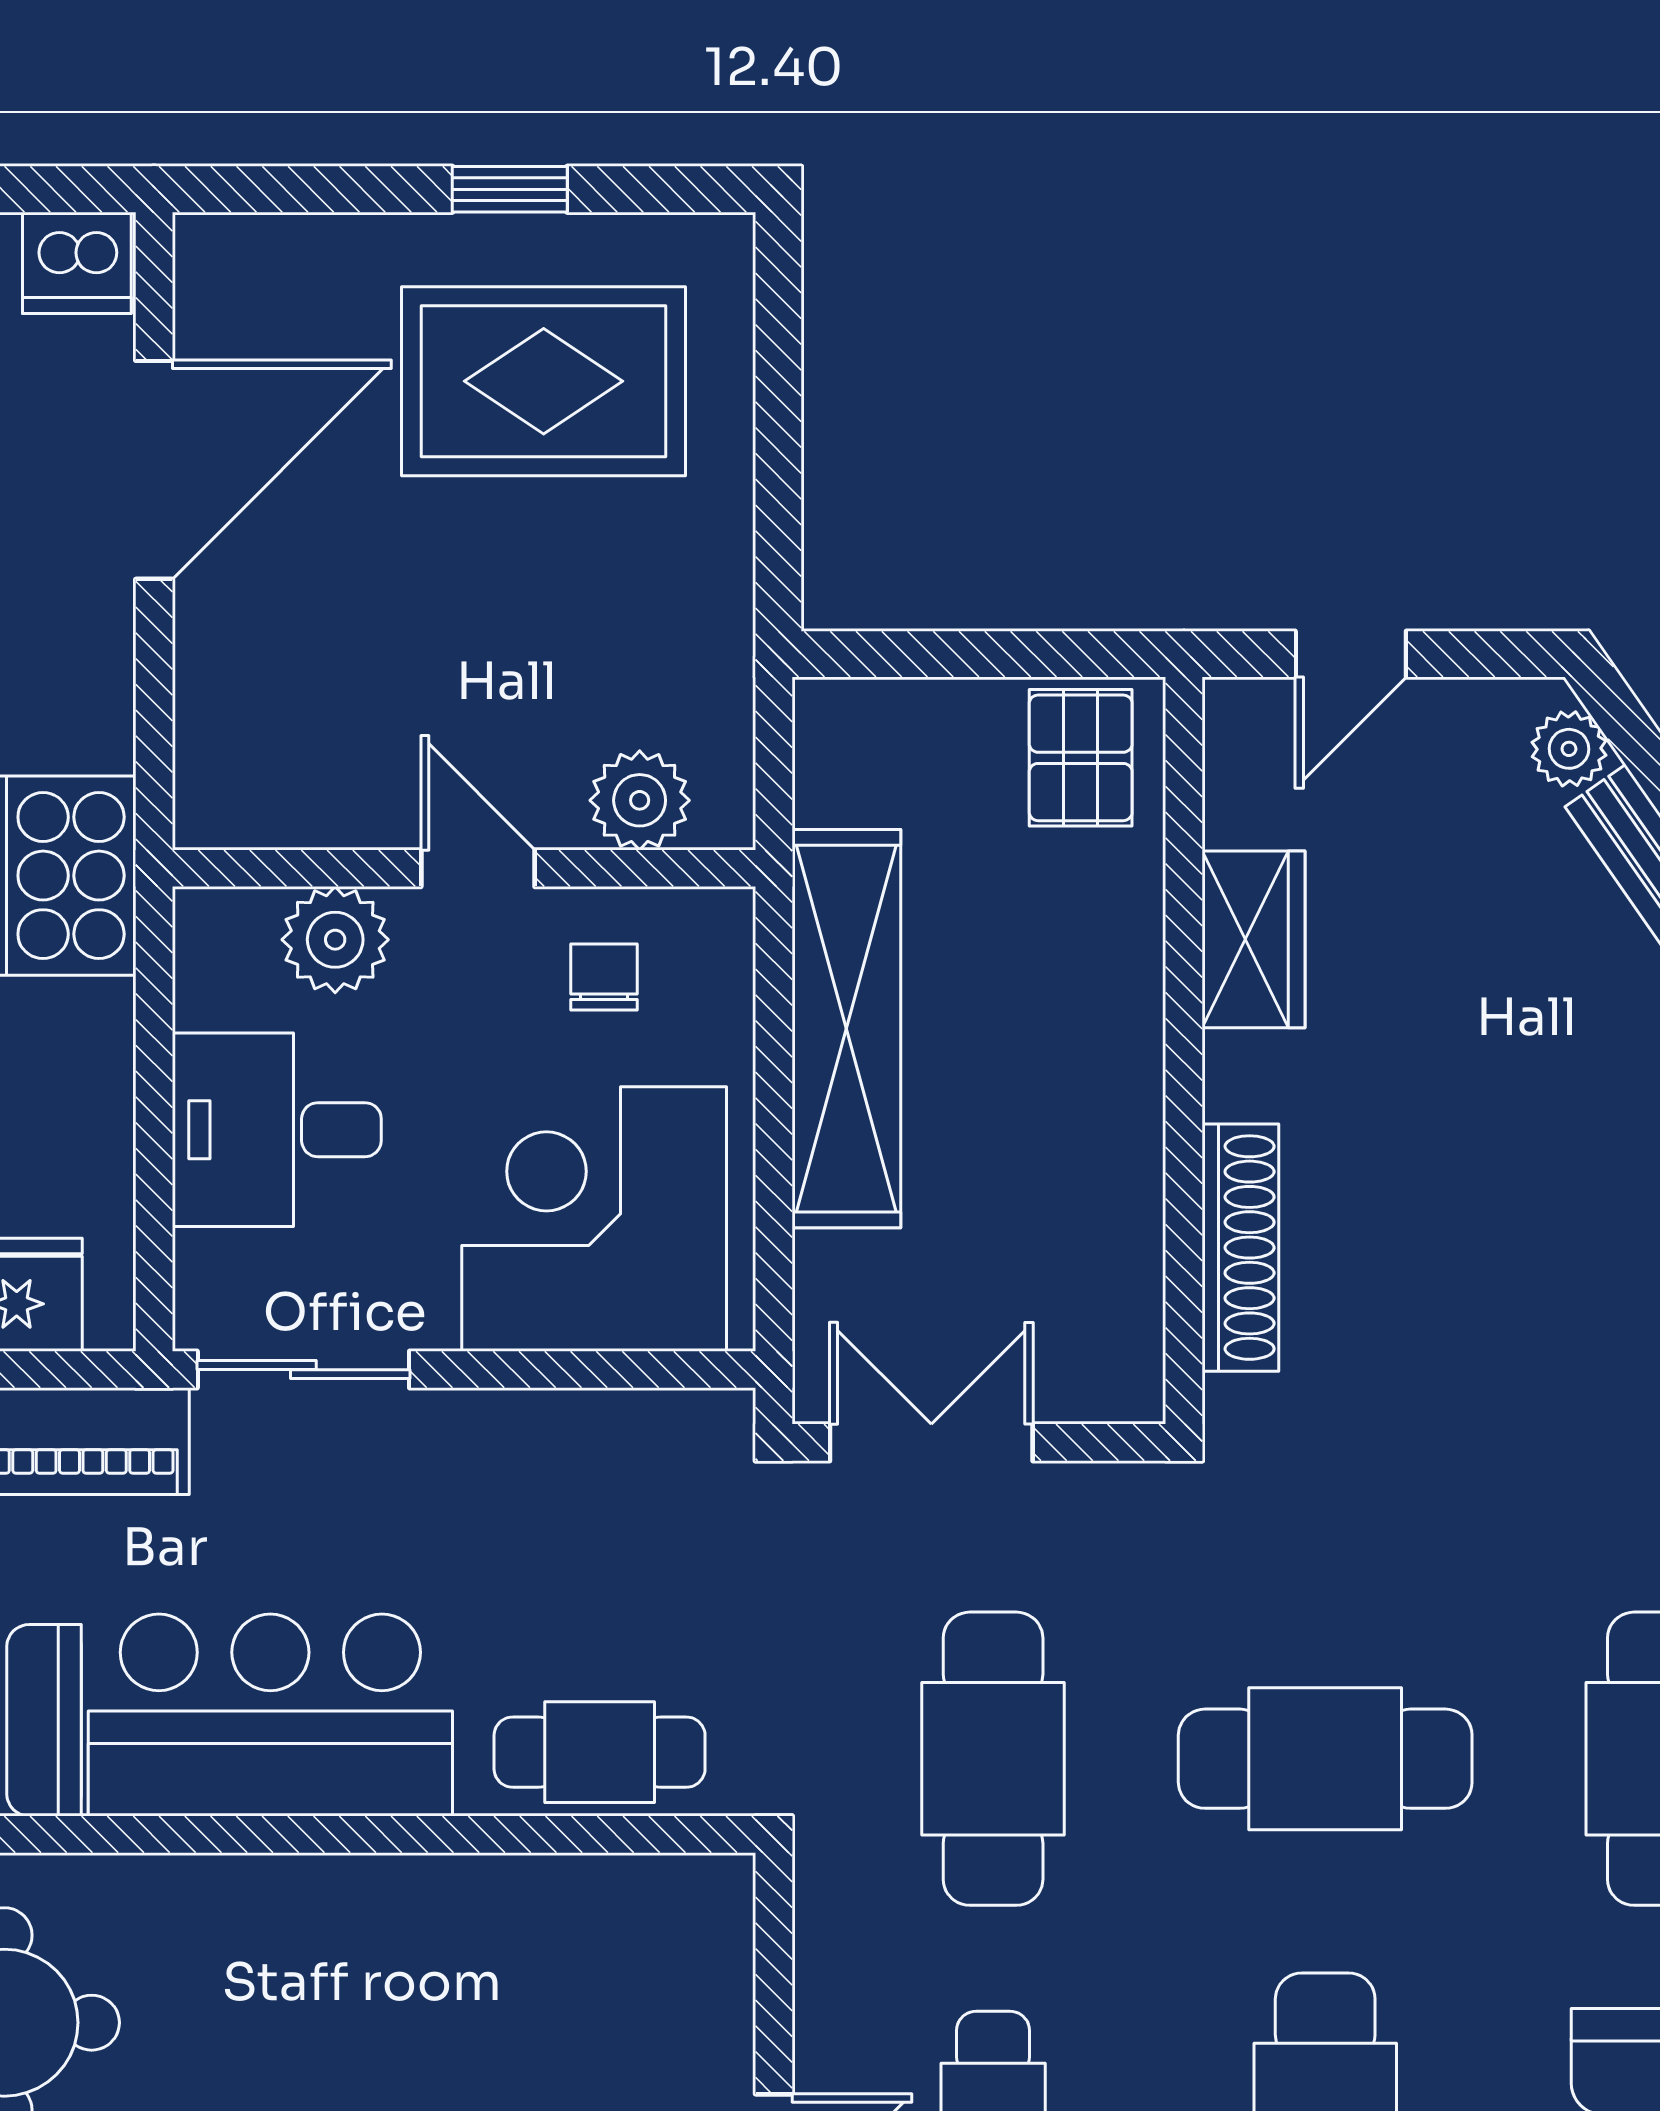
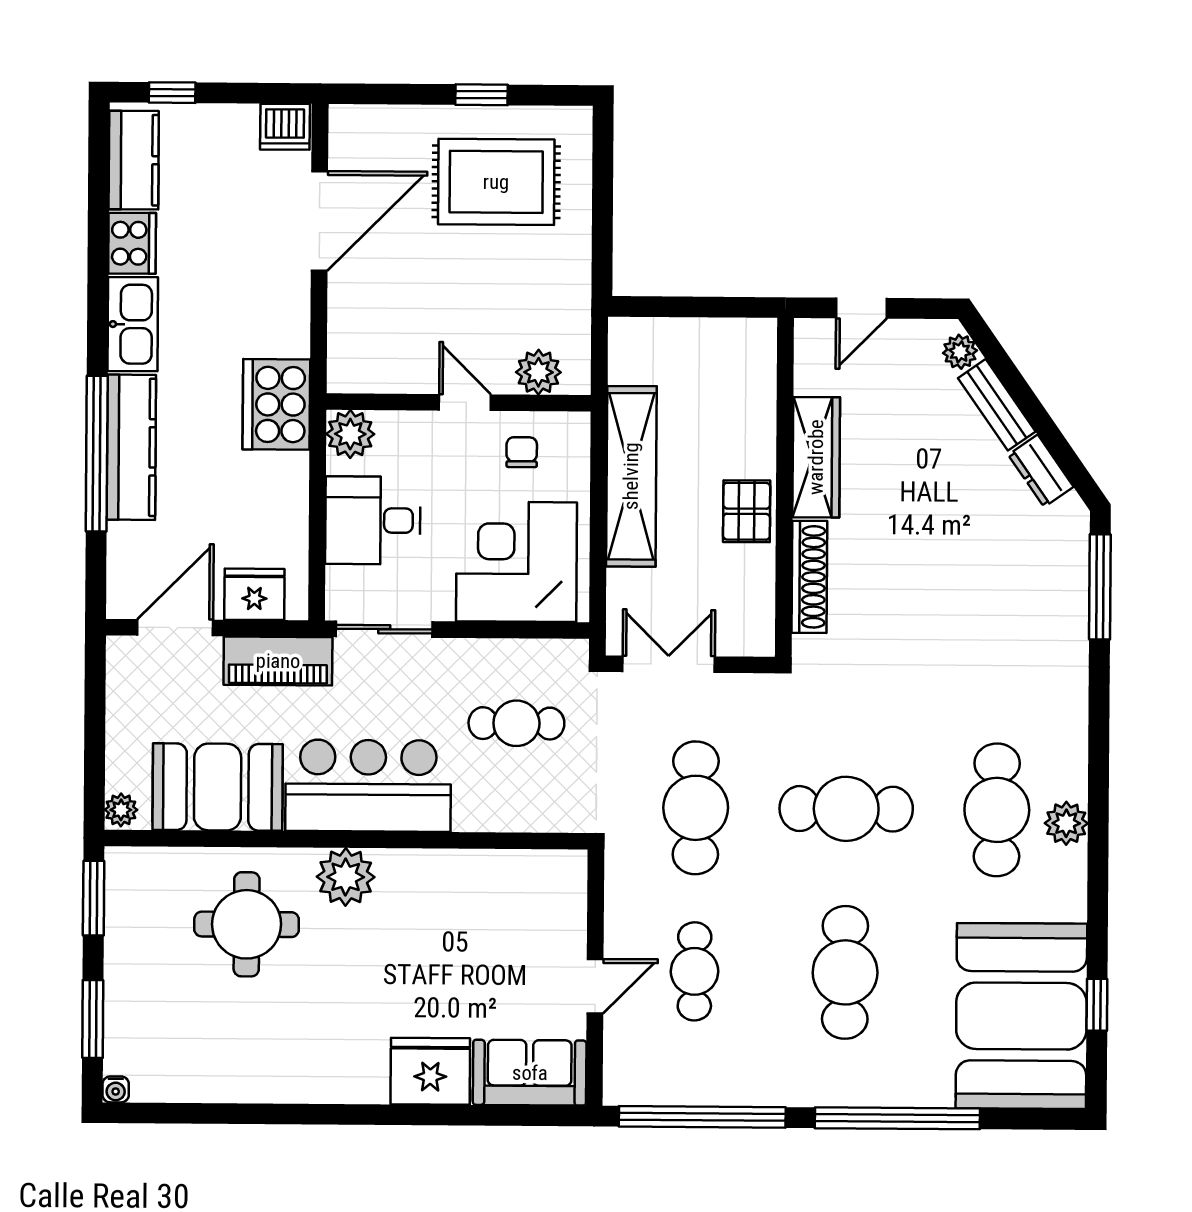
pallet: (1081, 758) -> (747, 511), moved
wardrobe: (1254, 939) -> (816, 457), width x1.50
plant: (335, 940) -> (350, 434), moved
cafe table: (600, 1752) -> (516, 723), moved
plant: (222, 1917) -> (346, 877), added

